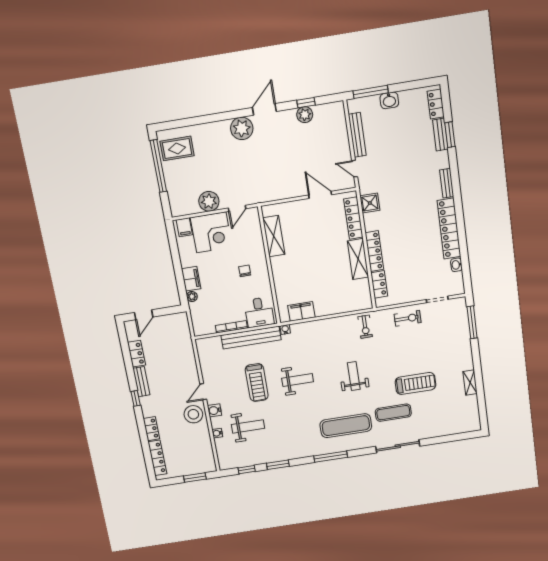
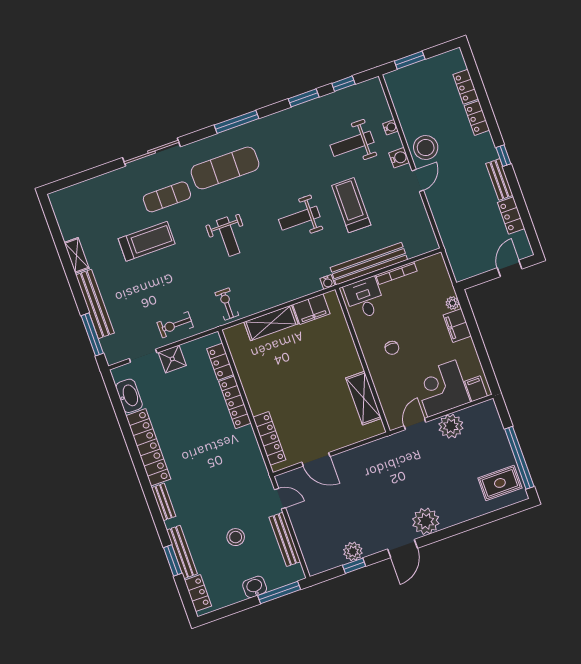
bench: (440, 135) -> (182, 552), width x1.36
stool: (396, 144) -> (236, 537), added
shower: (370, 203) -> (172, 359), moved
shelving: (358, 259) -> (271, 323), moved, turned 90
washbasin: (456, 265) -> (129, 396), width x1.91, depth x1.45
bench: (465, 345) -> (95, 304), added
treadmill: (415, 383) -> (147, 241), turned 180
locker: (157, 458) -> (466, 87), width x0.66

